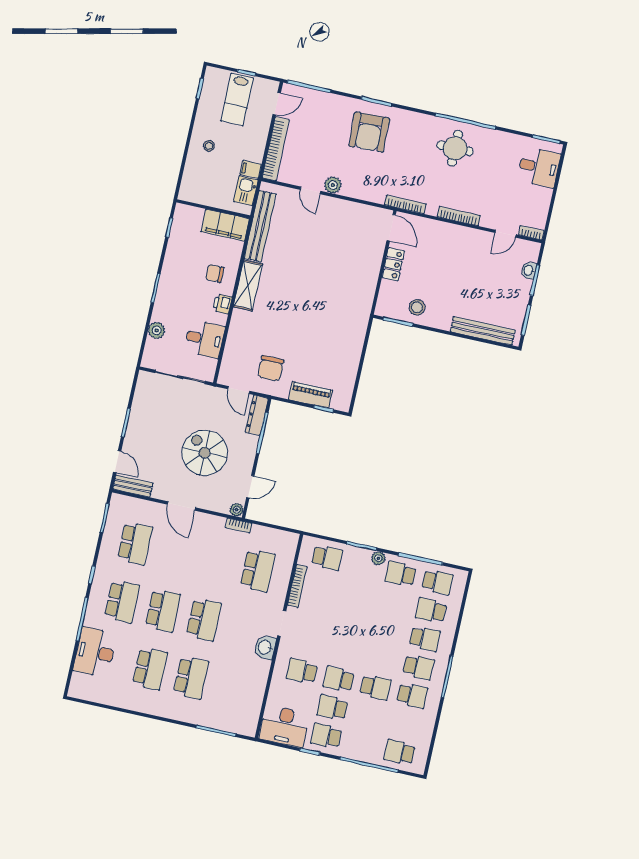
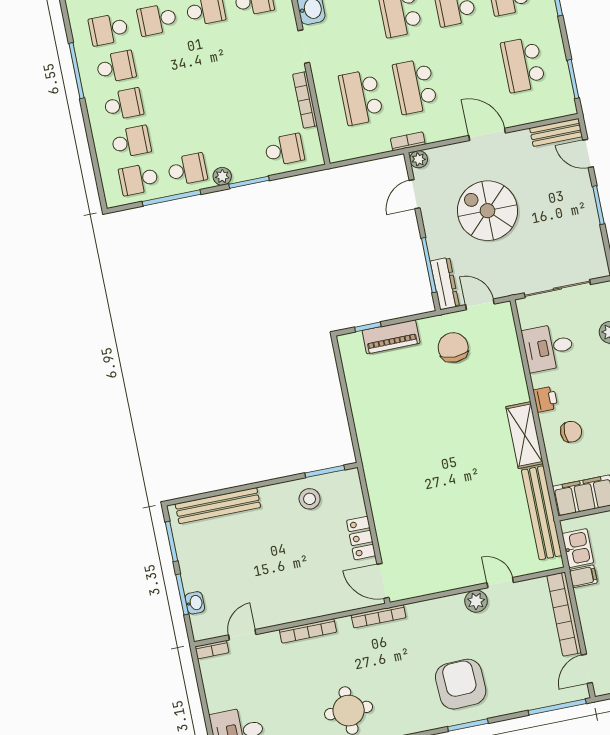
spiral stairs: (205, 453) -> (487, 211), turned 180
school desk: (327, 558) -> (284, 150), turned 180
school desk: (217, 561) -> (415, 86), added
school desk: (425, 639) -> (124, 104), turned 180
school desk: (418, 667) -> (116, 67), turned 180

